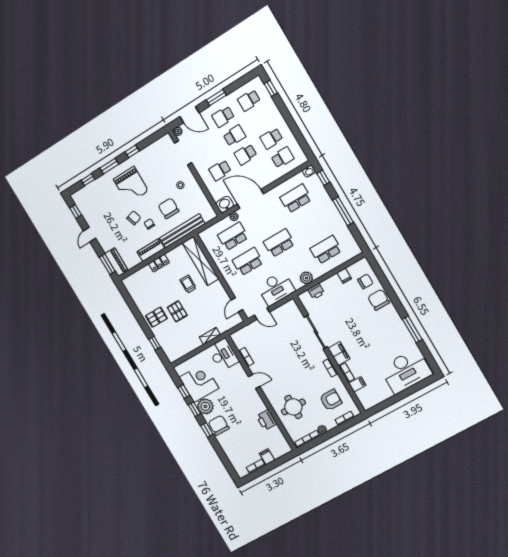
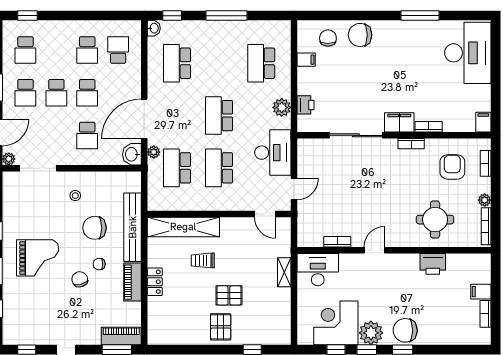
school desk: (234, 136) -> (56, 93), turned 180
filing cabinet: (357, 384) -> (483, 122), moved

